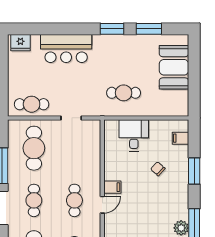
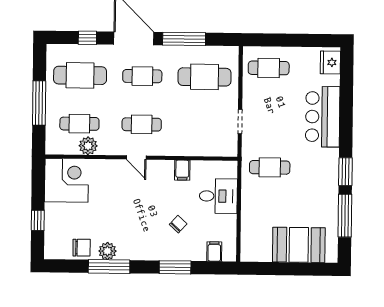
window: (149, 29) -> (345, 216), width x1.44
cafe table: (124, 93) -> (270, 167), moved, turned 90
cafe table: (32, 104) -> (269, 68), moved, turned 90
filing cabinet: (112, 187) -> (182, 170), moved

